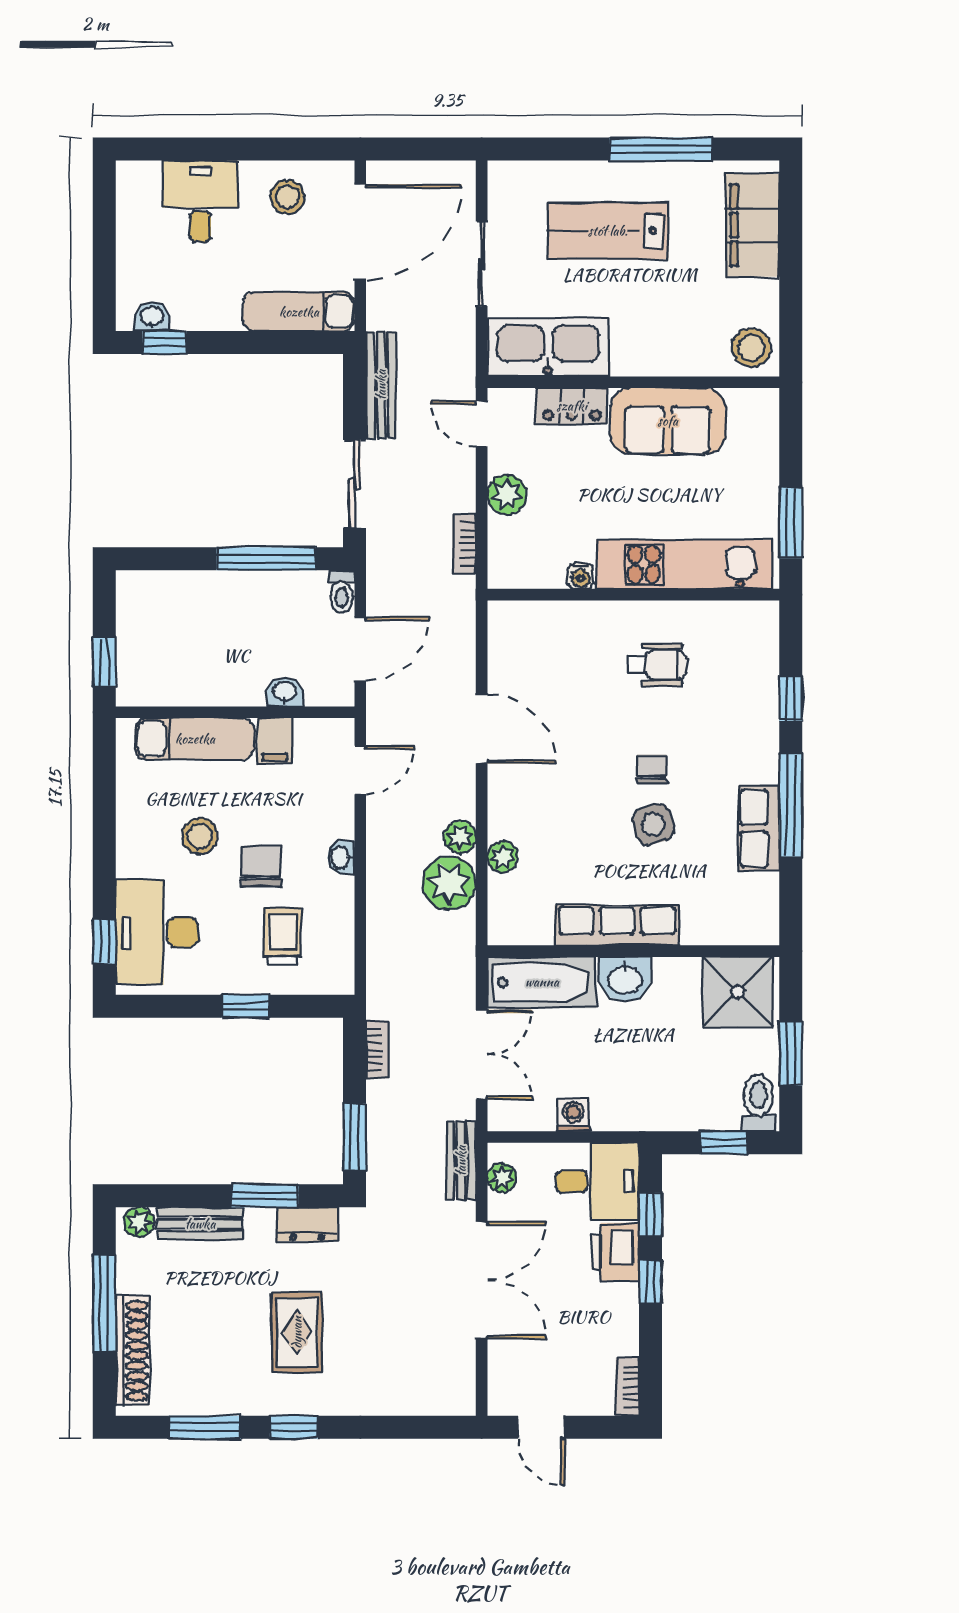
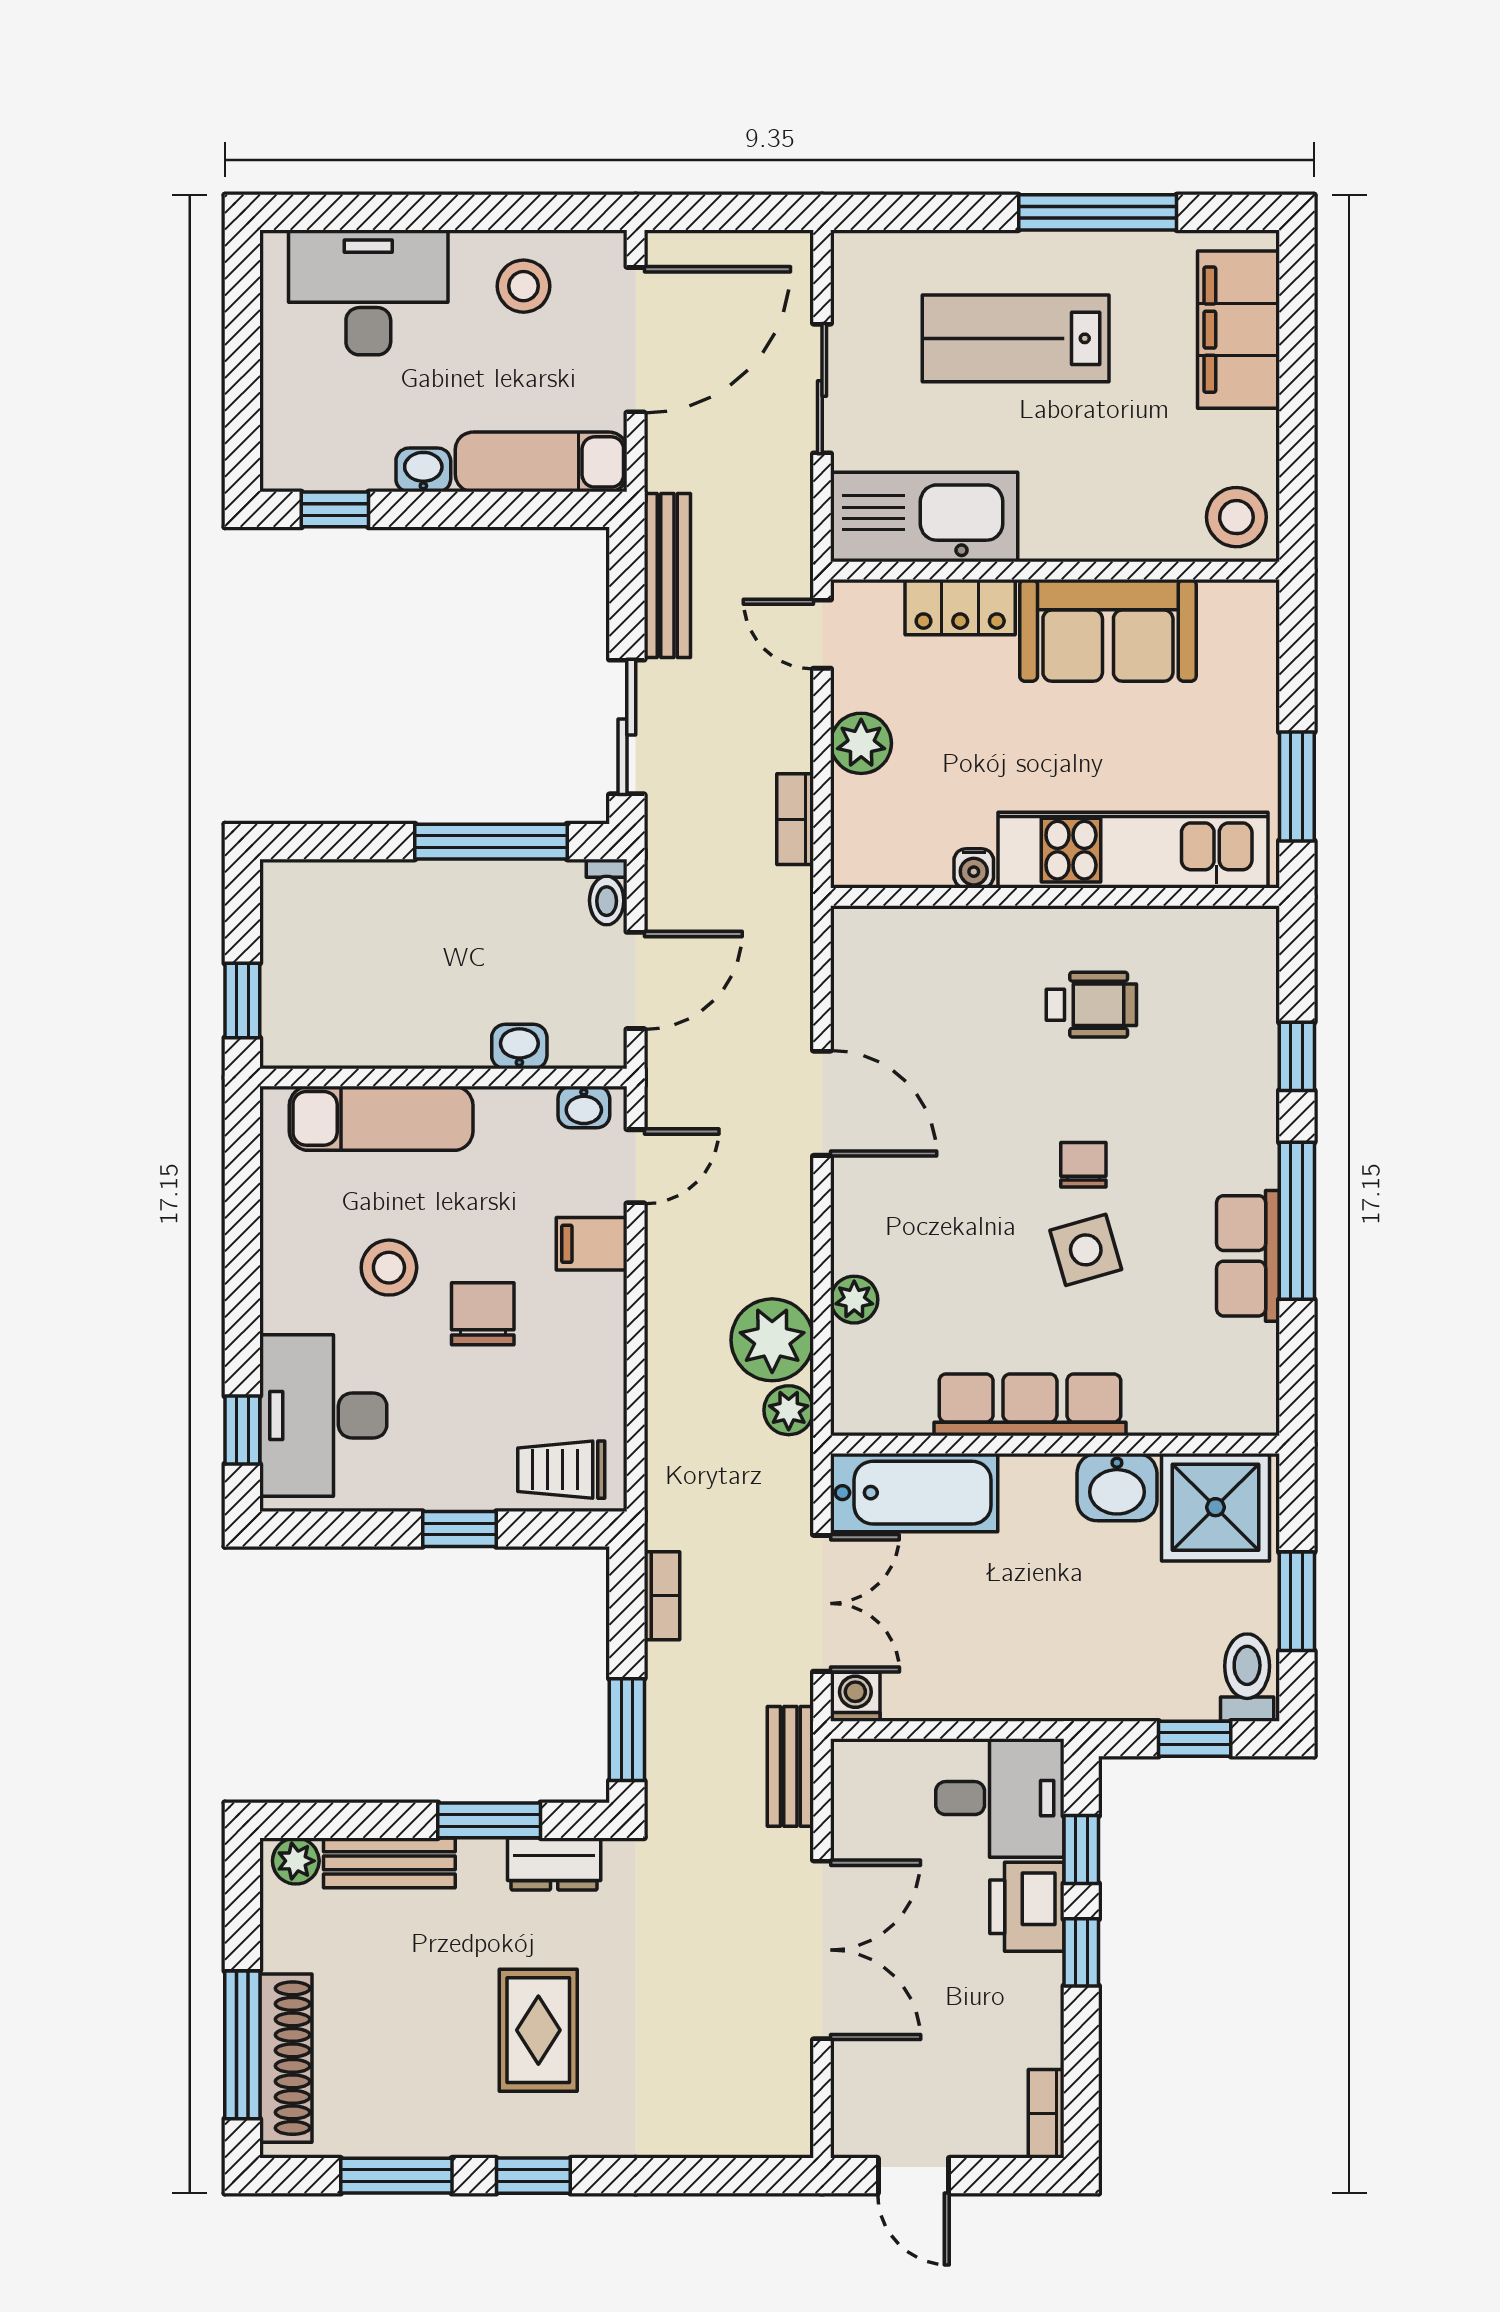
desk: (200, 201) -> (368, 292), width x1.37
washbasin: (152, 317) -> (423, 470), moved
filing cabinet: (275, 741) -> (592, 1244), moved, turned 90
plant: (460, 837) -> (789, 1410), moved
washbasin: (341, 857) -> (584, 1107), moved, turned -90
trolley: (282, 936) -> (561, 1470), moved, turned -90
washbasin: (625, 979) -> (1117, 1487), moved
washing machine: (573, 1115) -> (855, 1697), moved
plant: (502, 1178) -> (853, 1793), removed
window: (104, 1303) -> (242, 2045), moved

